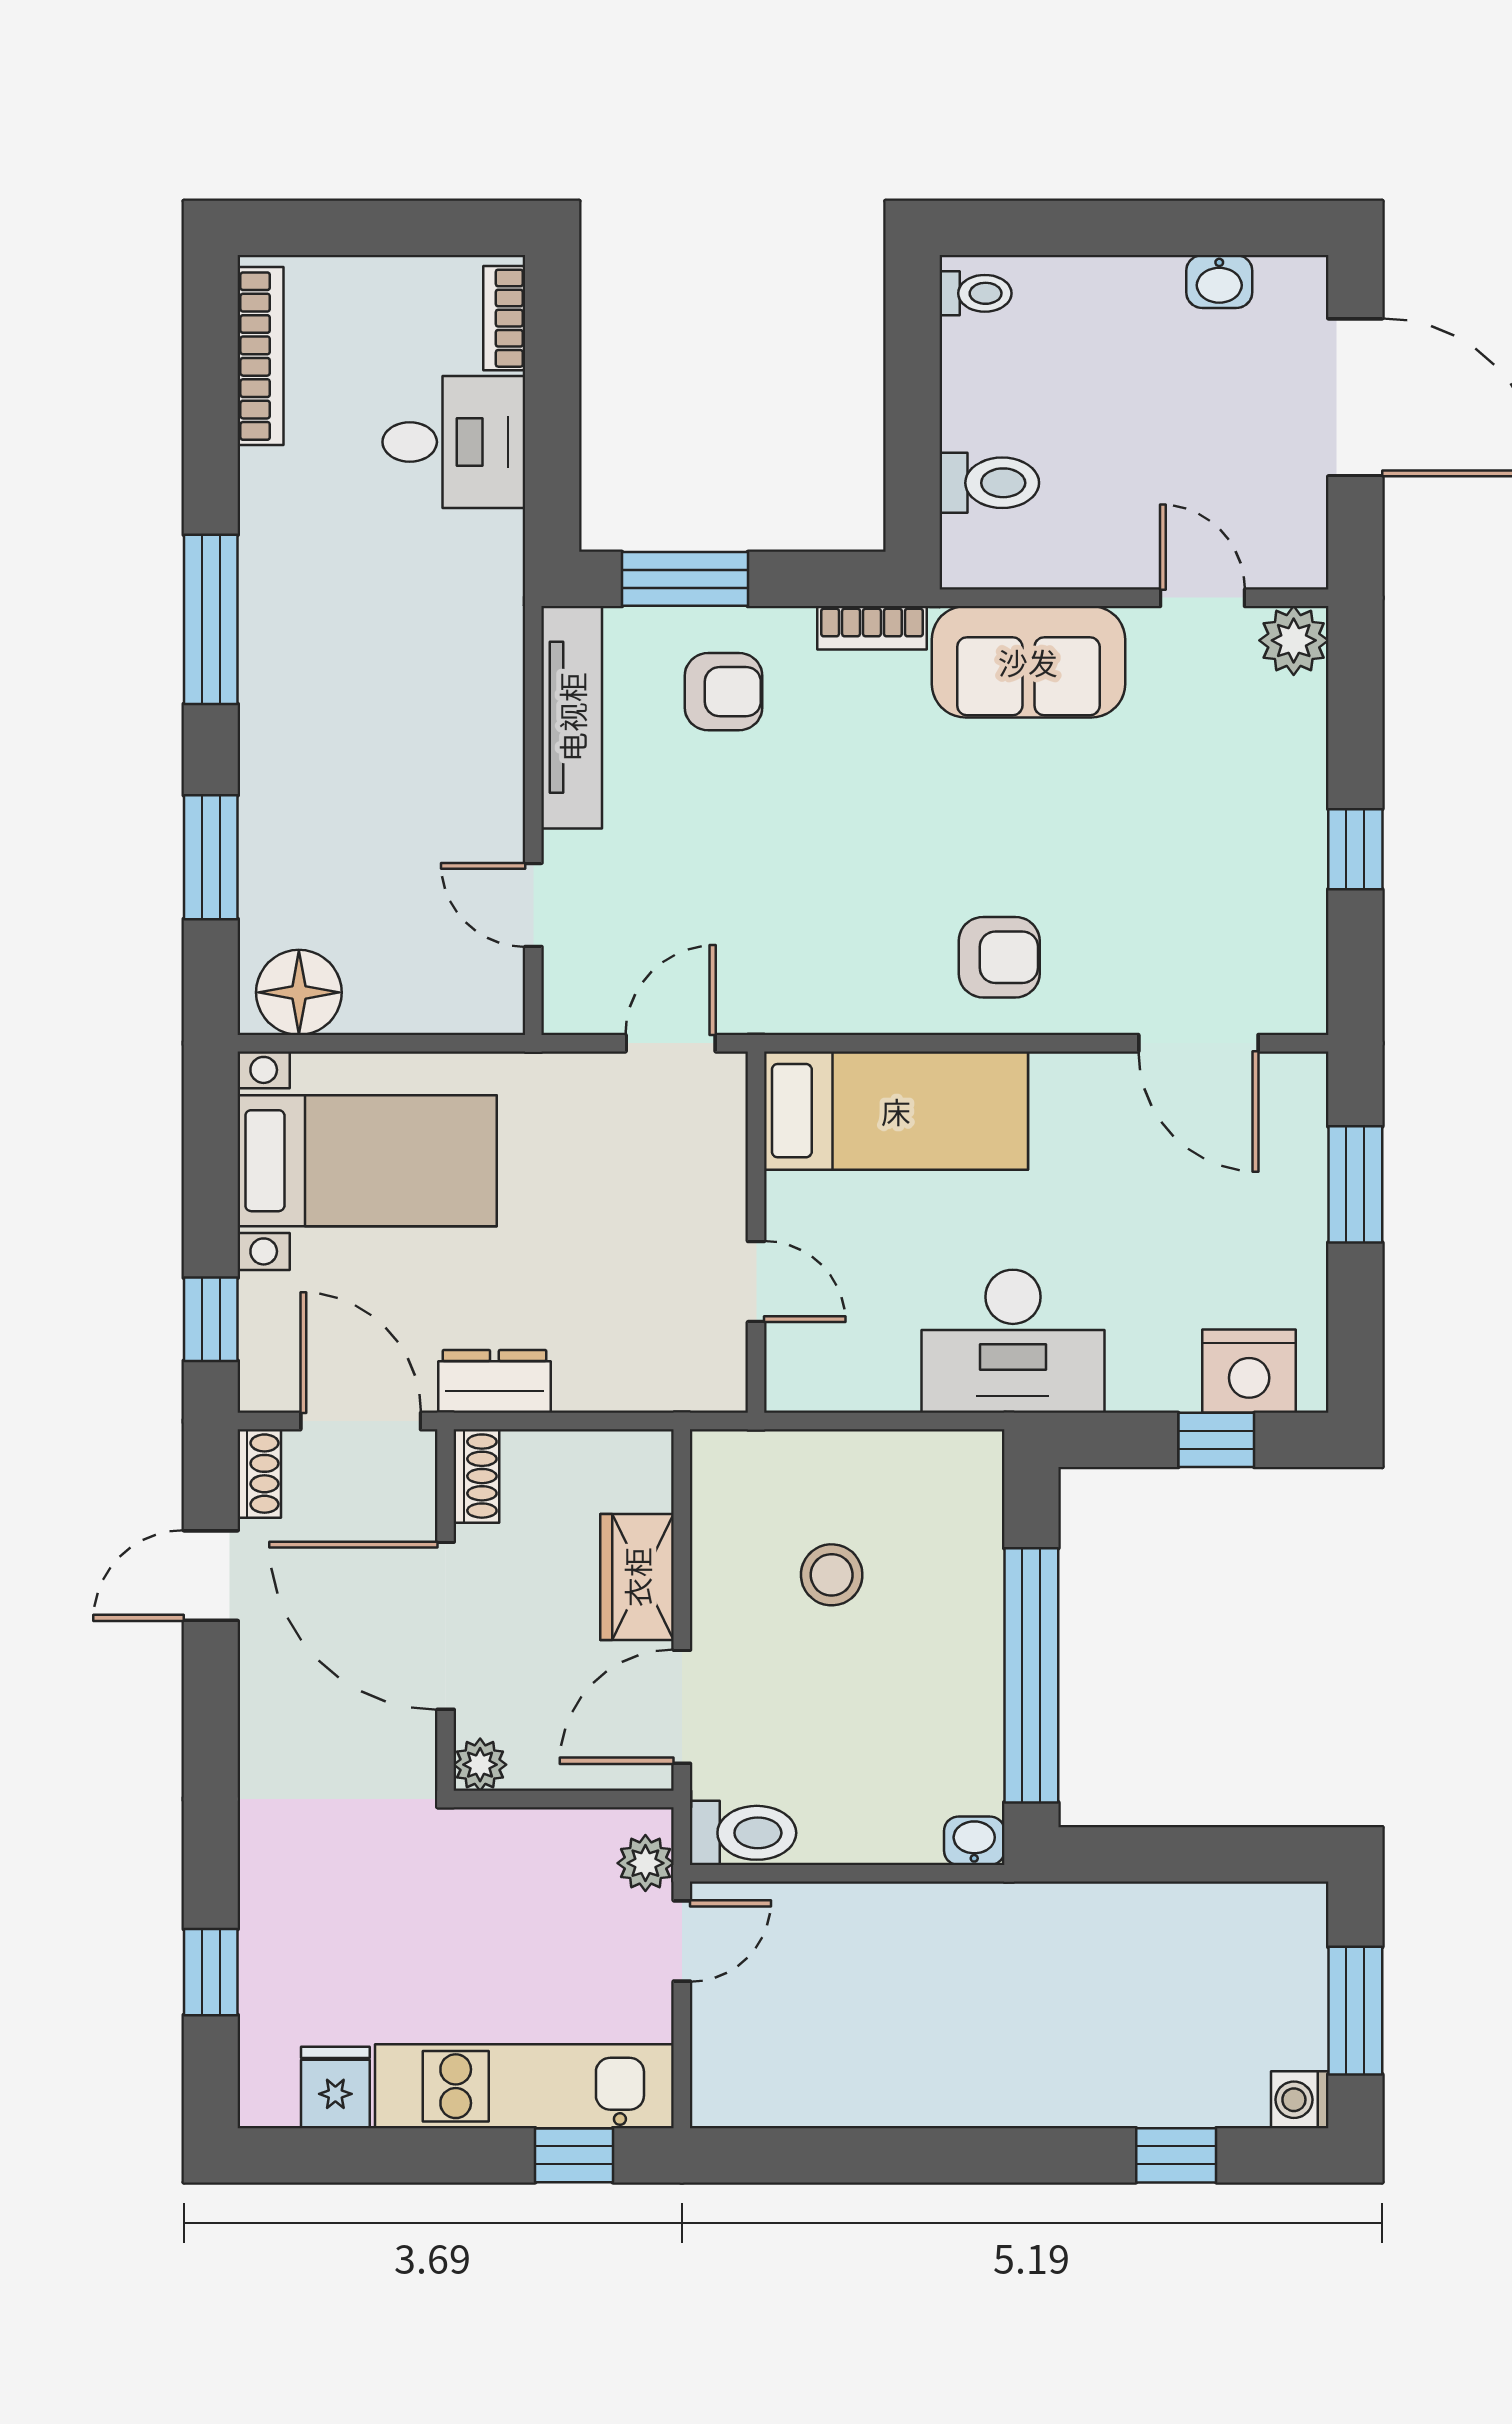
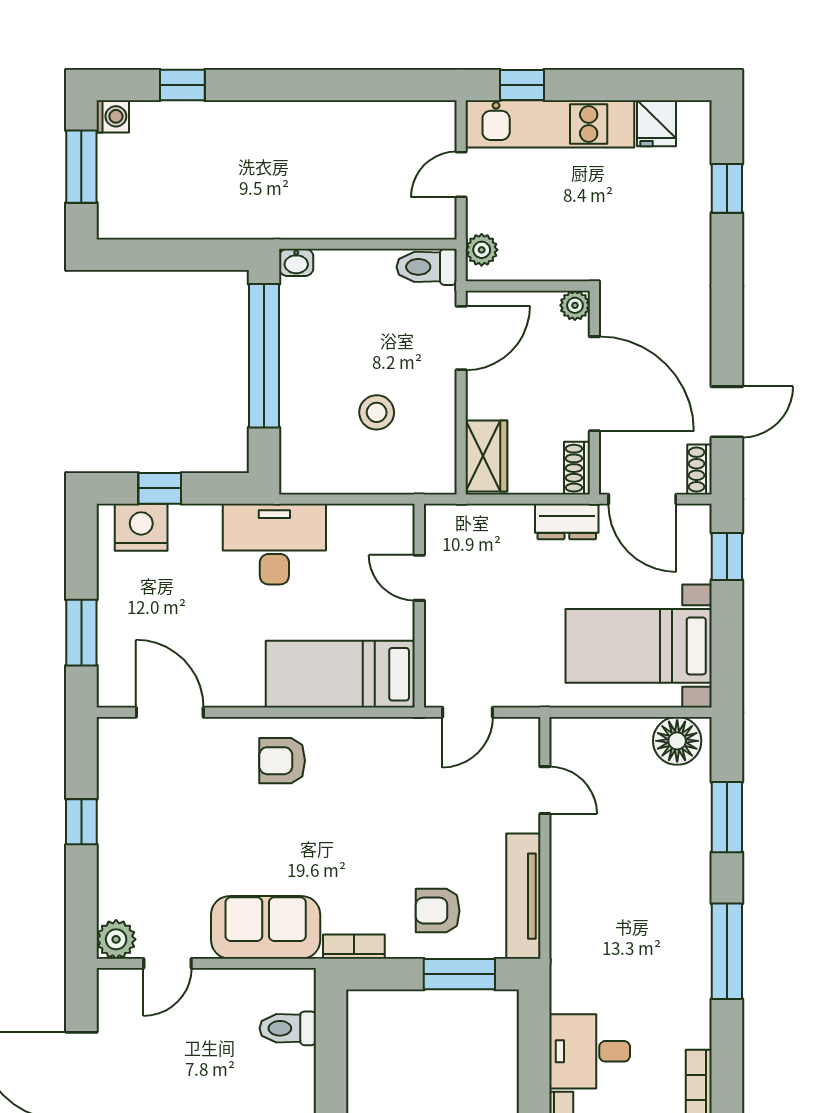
door: (1202, 598) -> (167, 963), hinge flipped
wardrobe: (637, 1577) -> (486, 456), moved
door: (682, 1941) -> (461, 174), moved

